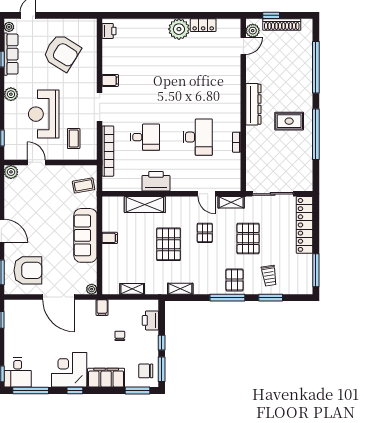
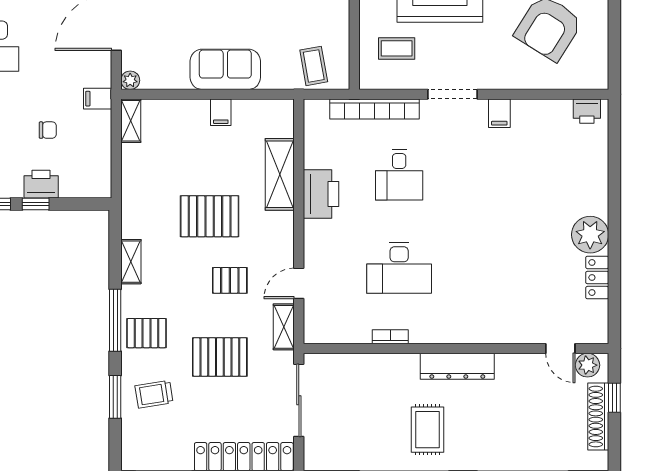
sofa: (85, 235) -> (225, 69), width x0.73
shelving: (132, 289) -> (131, 121), moved
shelving: (180, 289) -> (131, 262), moved
printer: (150, 320) -> (41, 184), moved

